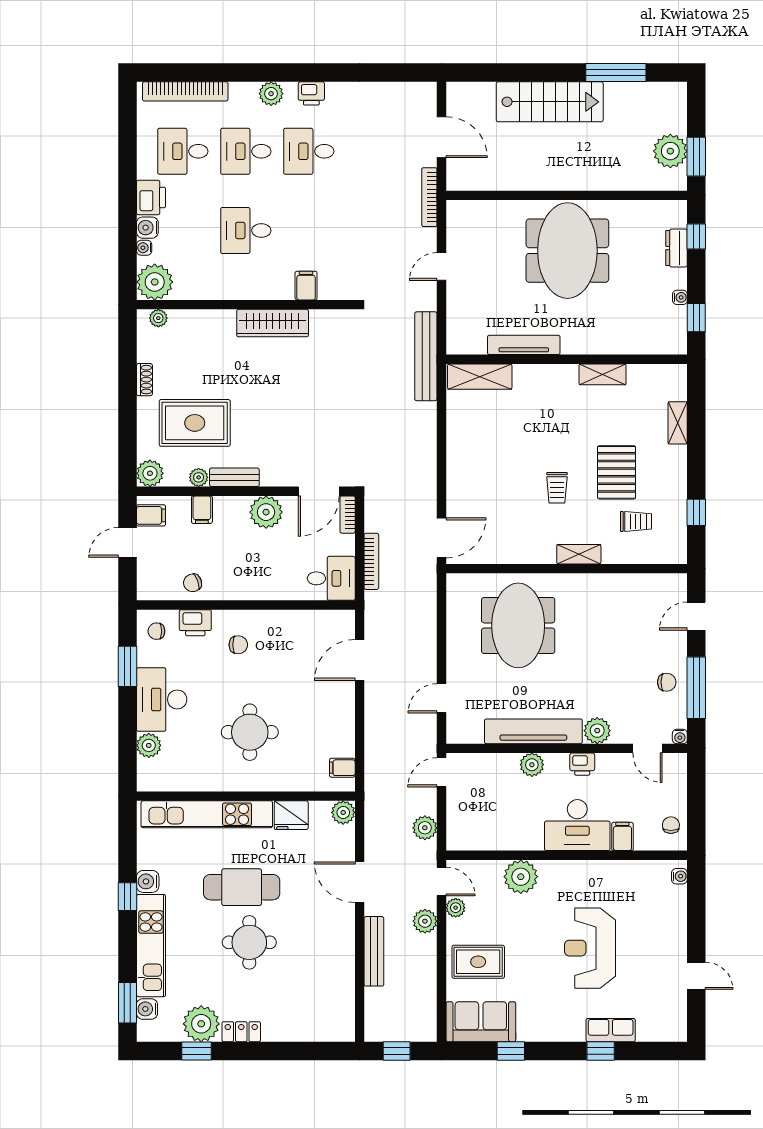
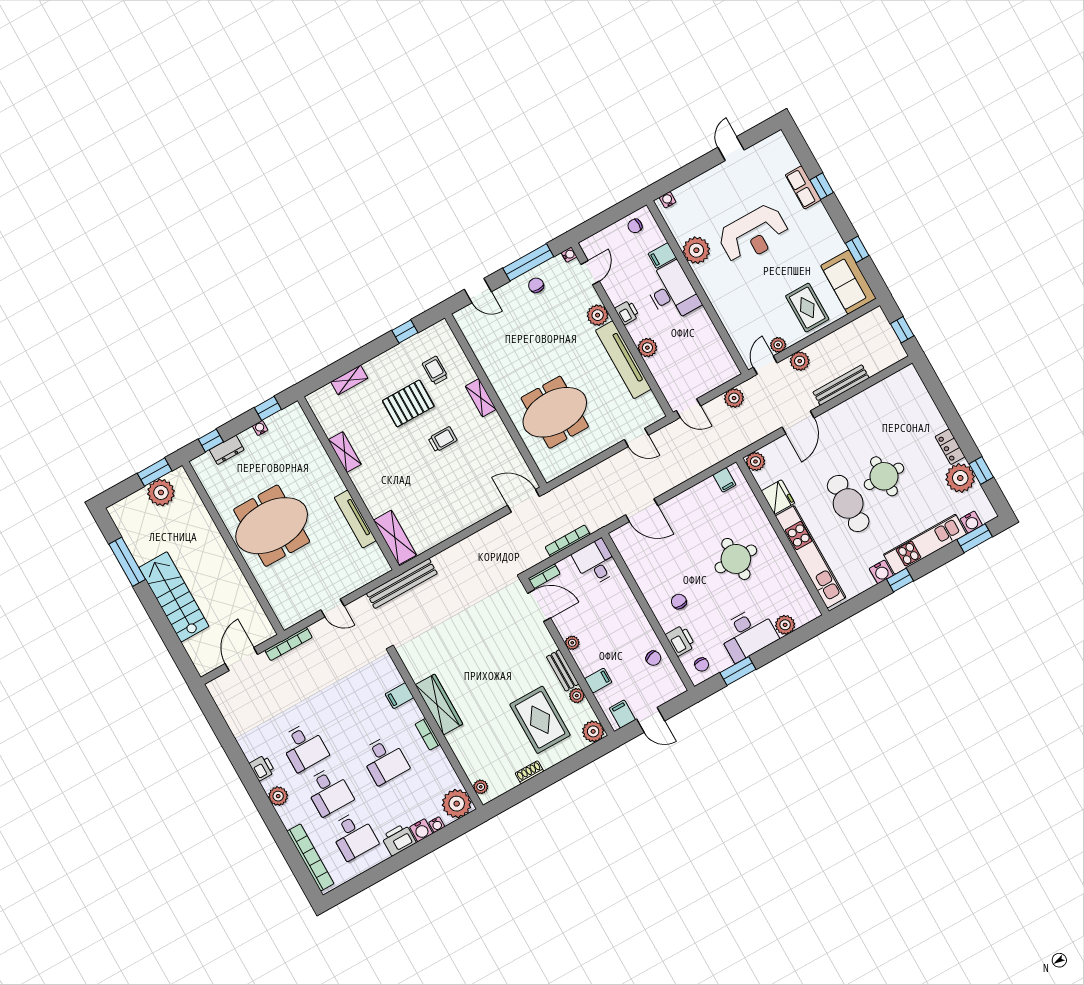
bookcase: (247, 293) -> (428, 734), added
plant: (266, 512) -> (572, 643), width x0.53, depth x0.53
plant: (521, 877) -> (696, 250), moved

